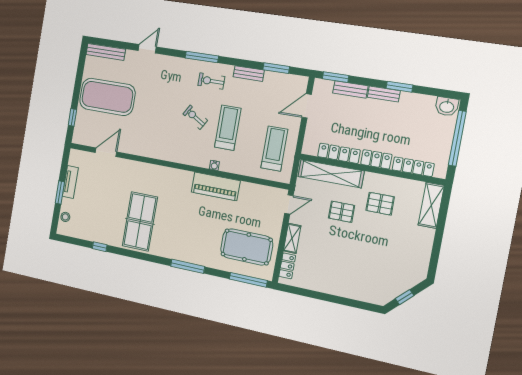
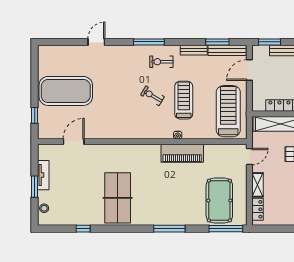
bench: (106, 52) -> (227, 50), moved
treadmill: (274, 149) -> (228, 111), width x1.37, depth x1.38
pool table: (247, 247) -> (219, 201), turned 90

